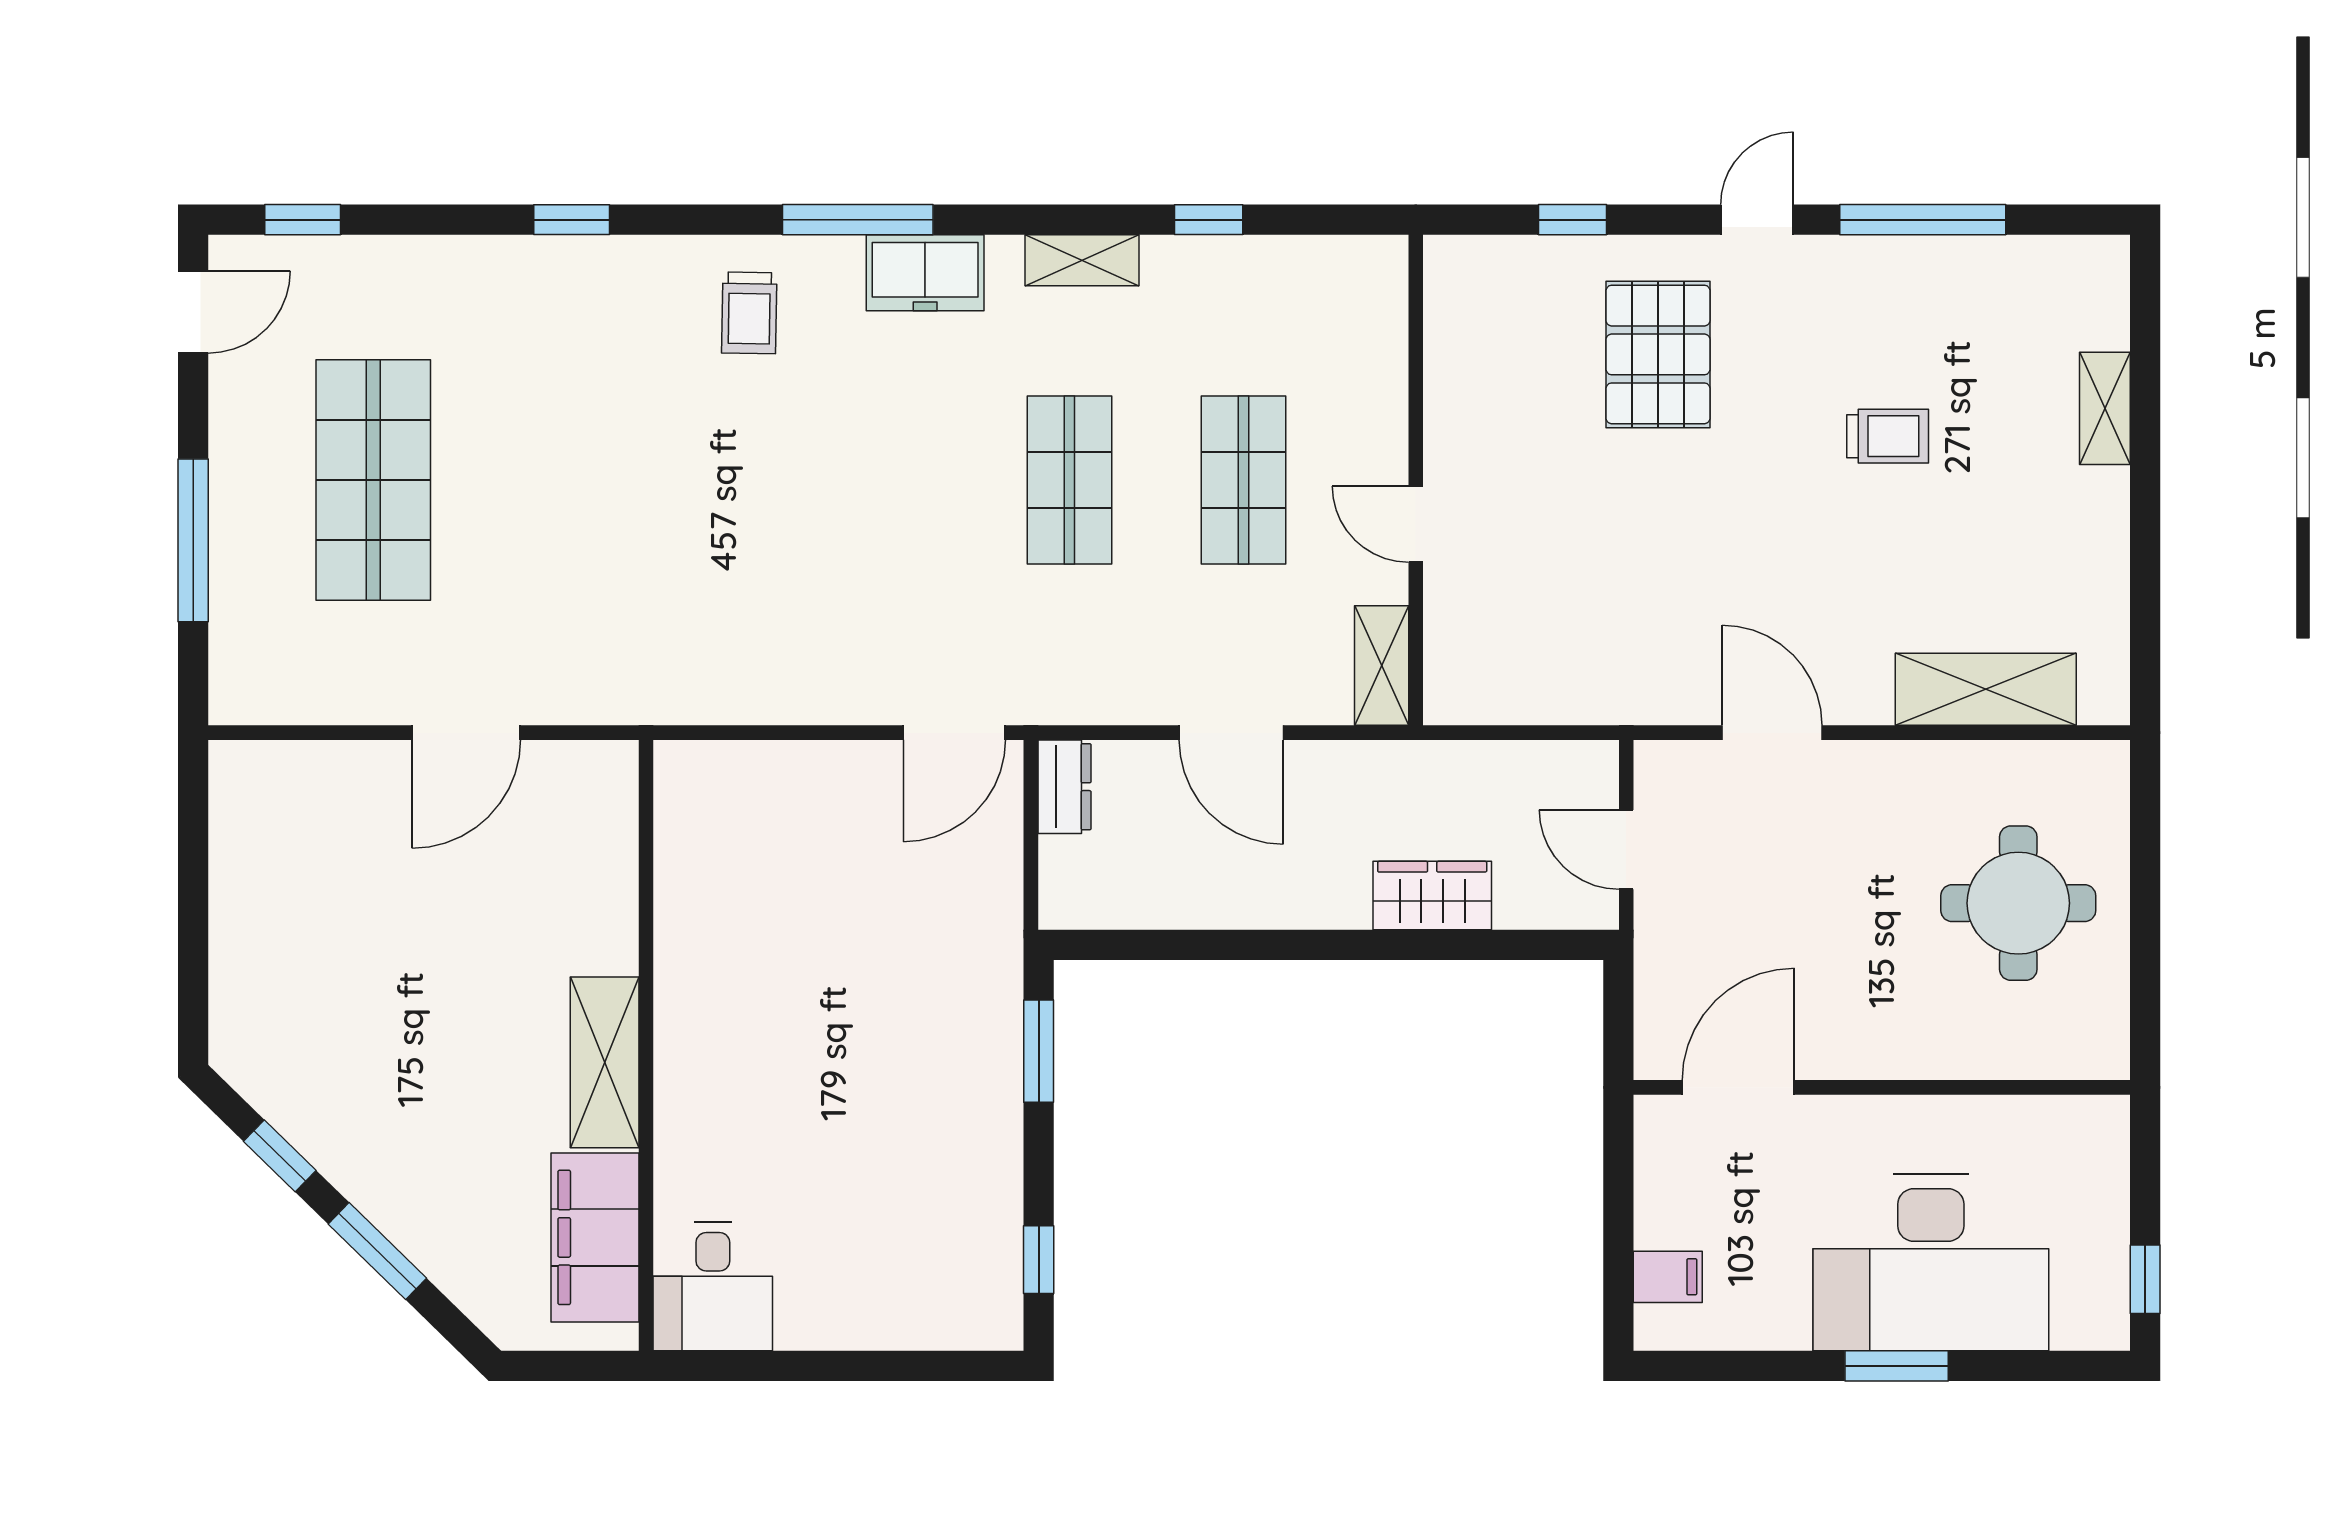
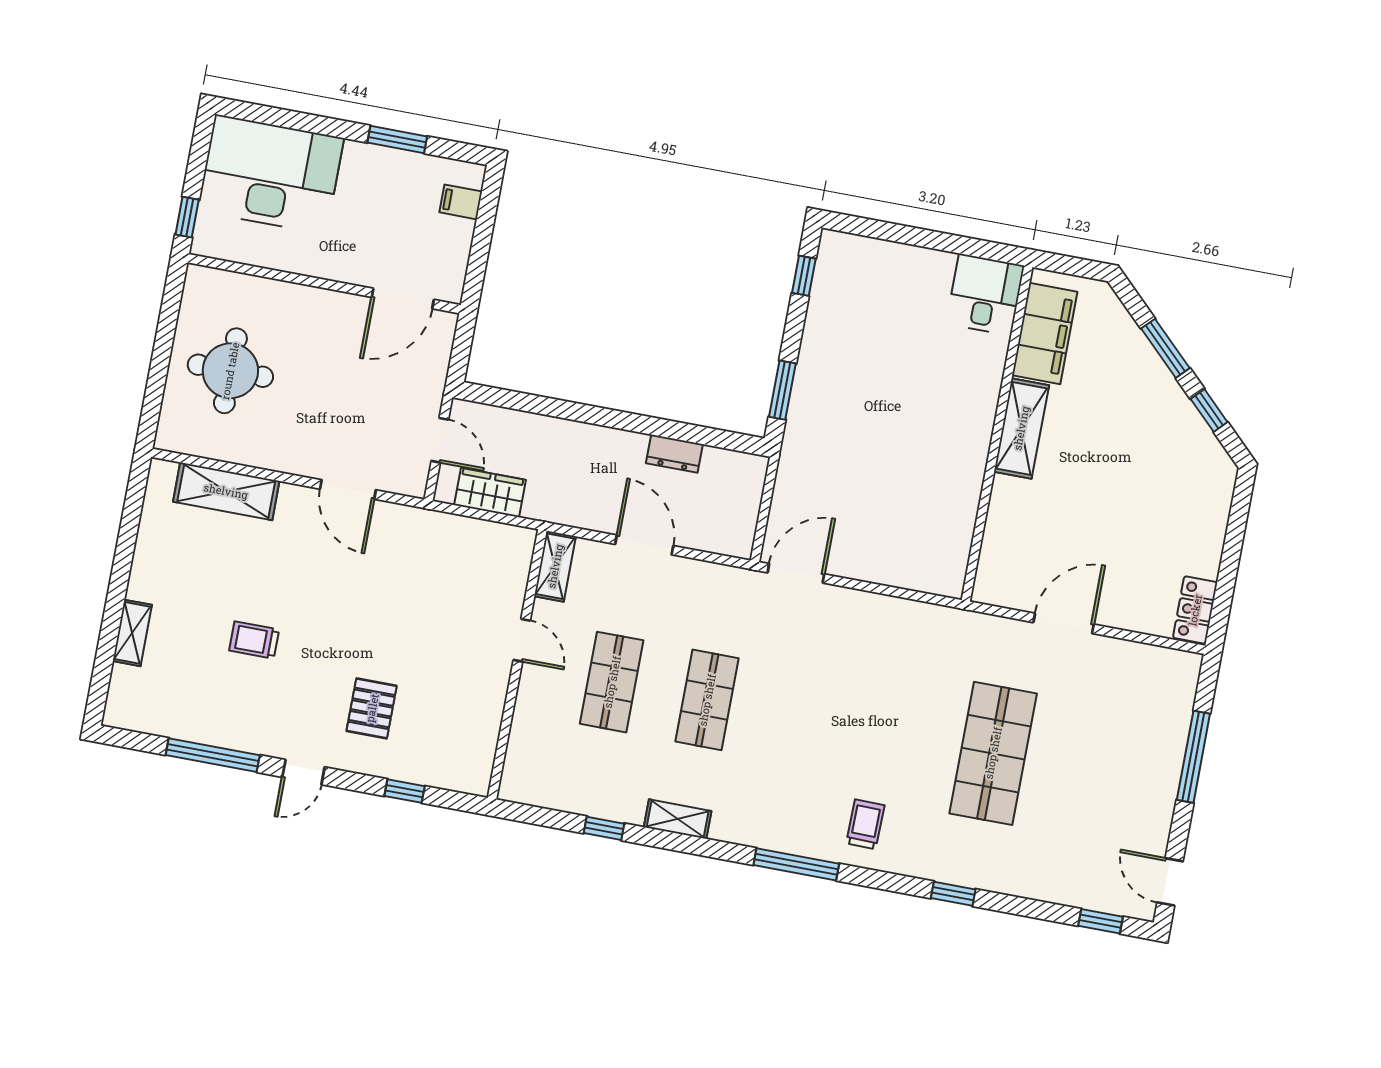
freezer: (925, 273) -> (765, 828), removed
door: (193, 312) -> (1170, 882), hinge flipped
pallet: (1658, 354) -> (372, 708), width x0.67, depth x0.71
shop shelf: (373, 480) -> (993, 753), moved
dresser: (1064, 787) -> (674, 454), moved, turned -90
locker: (238, 800) -> (1195, 610), added
wardrobe: (1432, 896) -> (490, 492), moved, turned 180
desk: (1931, 1263) -> (271, 174), moved
window: (2145, 1279) -> (187, 217), moved
window: (1897, 1366) -> (397, 140), moved

